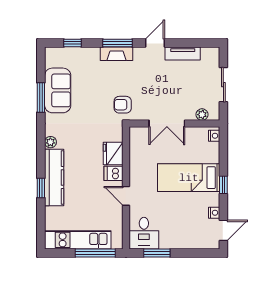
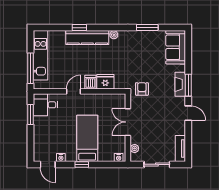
window: (72, 43) -> (188, 51), removed
tv unit: (183, 53) -> (180, 148), moved
sofa: (58, 90) -> (176, 47), moved, turned 90

